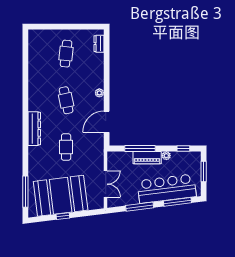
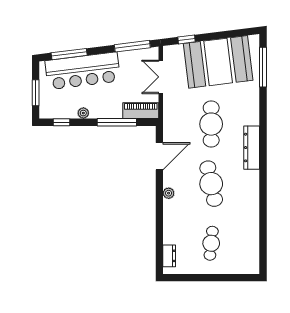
cafe table: (66, 100) -> (211, 184), width x1.37, depth x1.35
cafe table: (66, 147) -> (211, 124), width x1.37, depth x1.35
piano: (147, 158) -> (141, 111), moved
window: (140, 207) -> (132, 46), moved
window: (63, 216) -> (187, 39), moved

